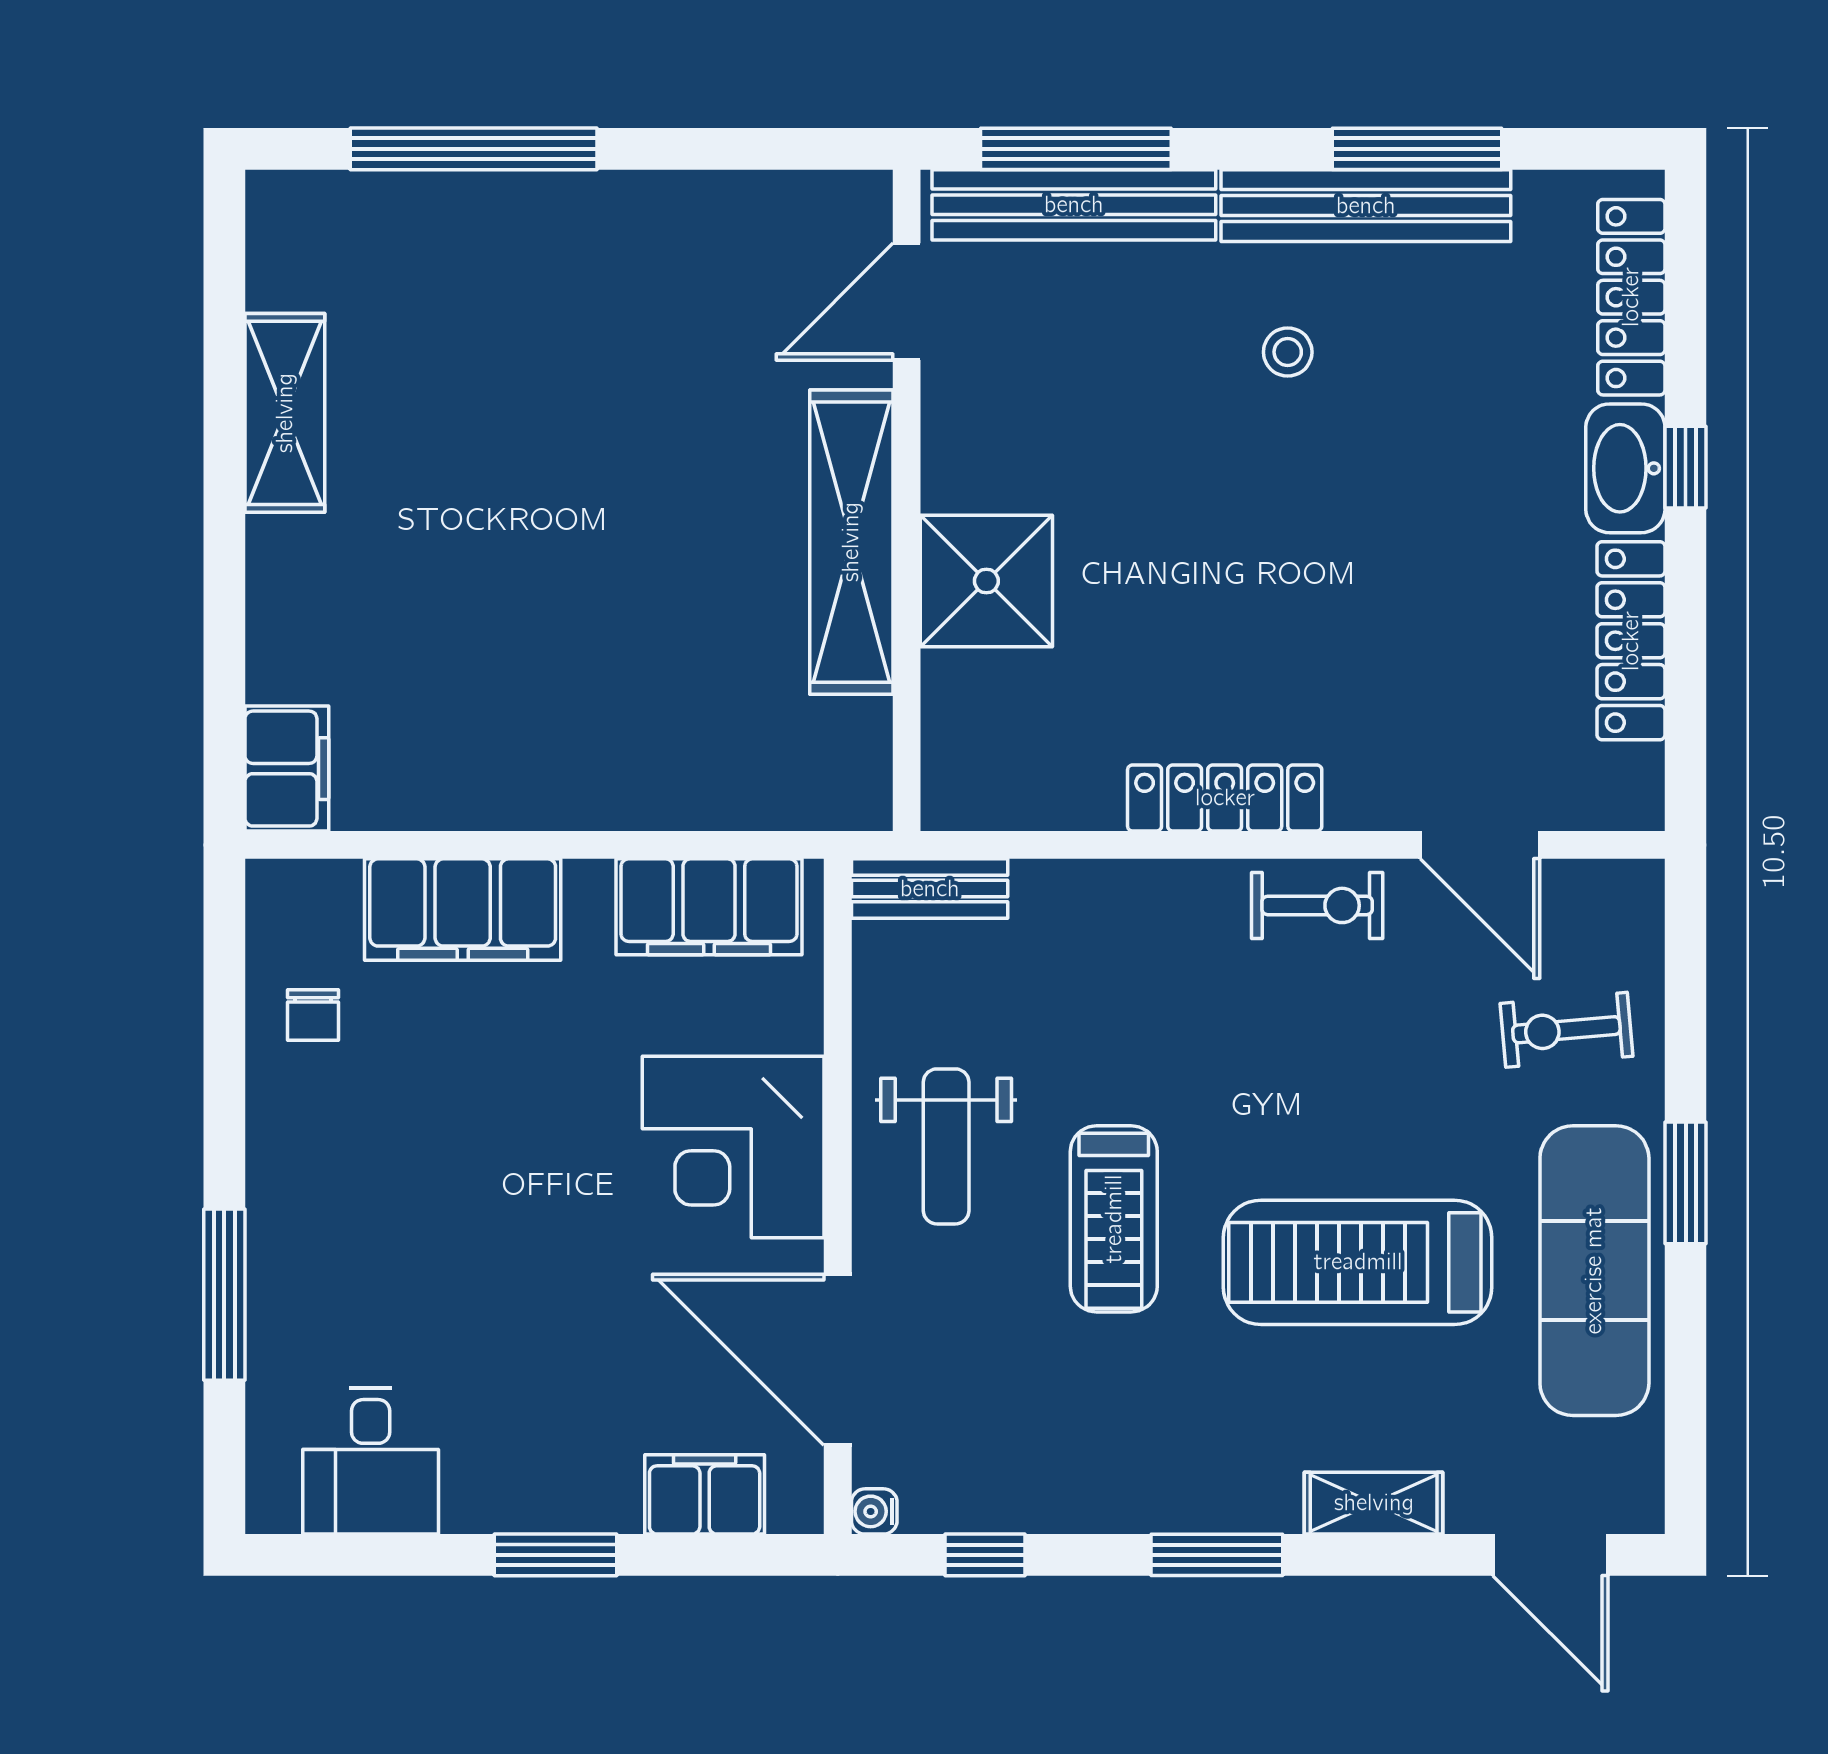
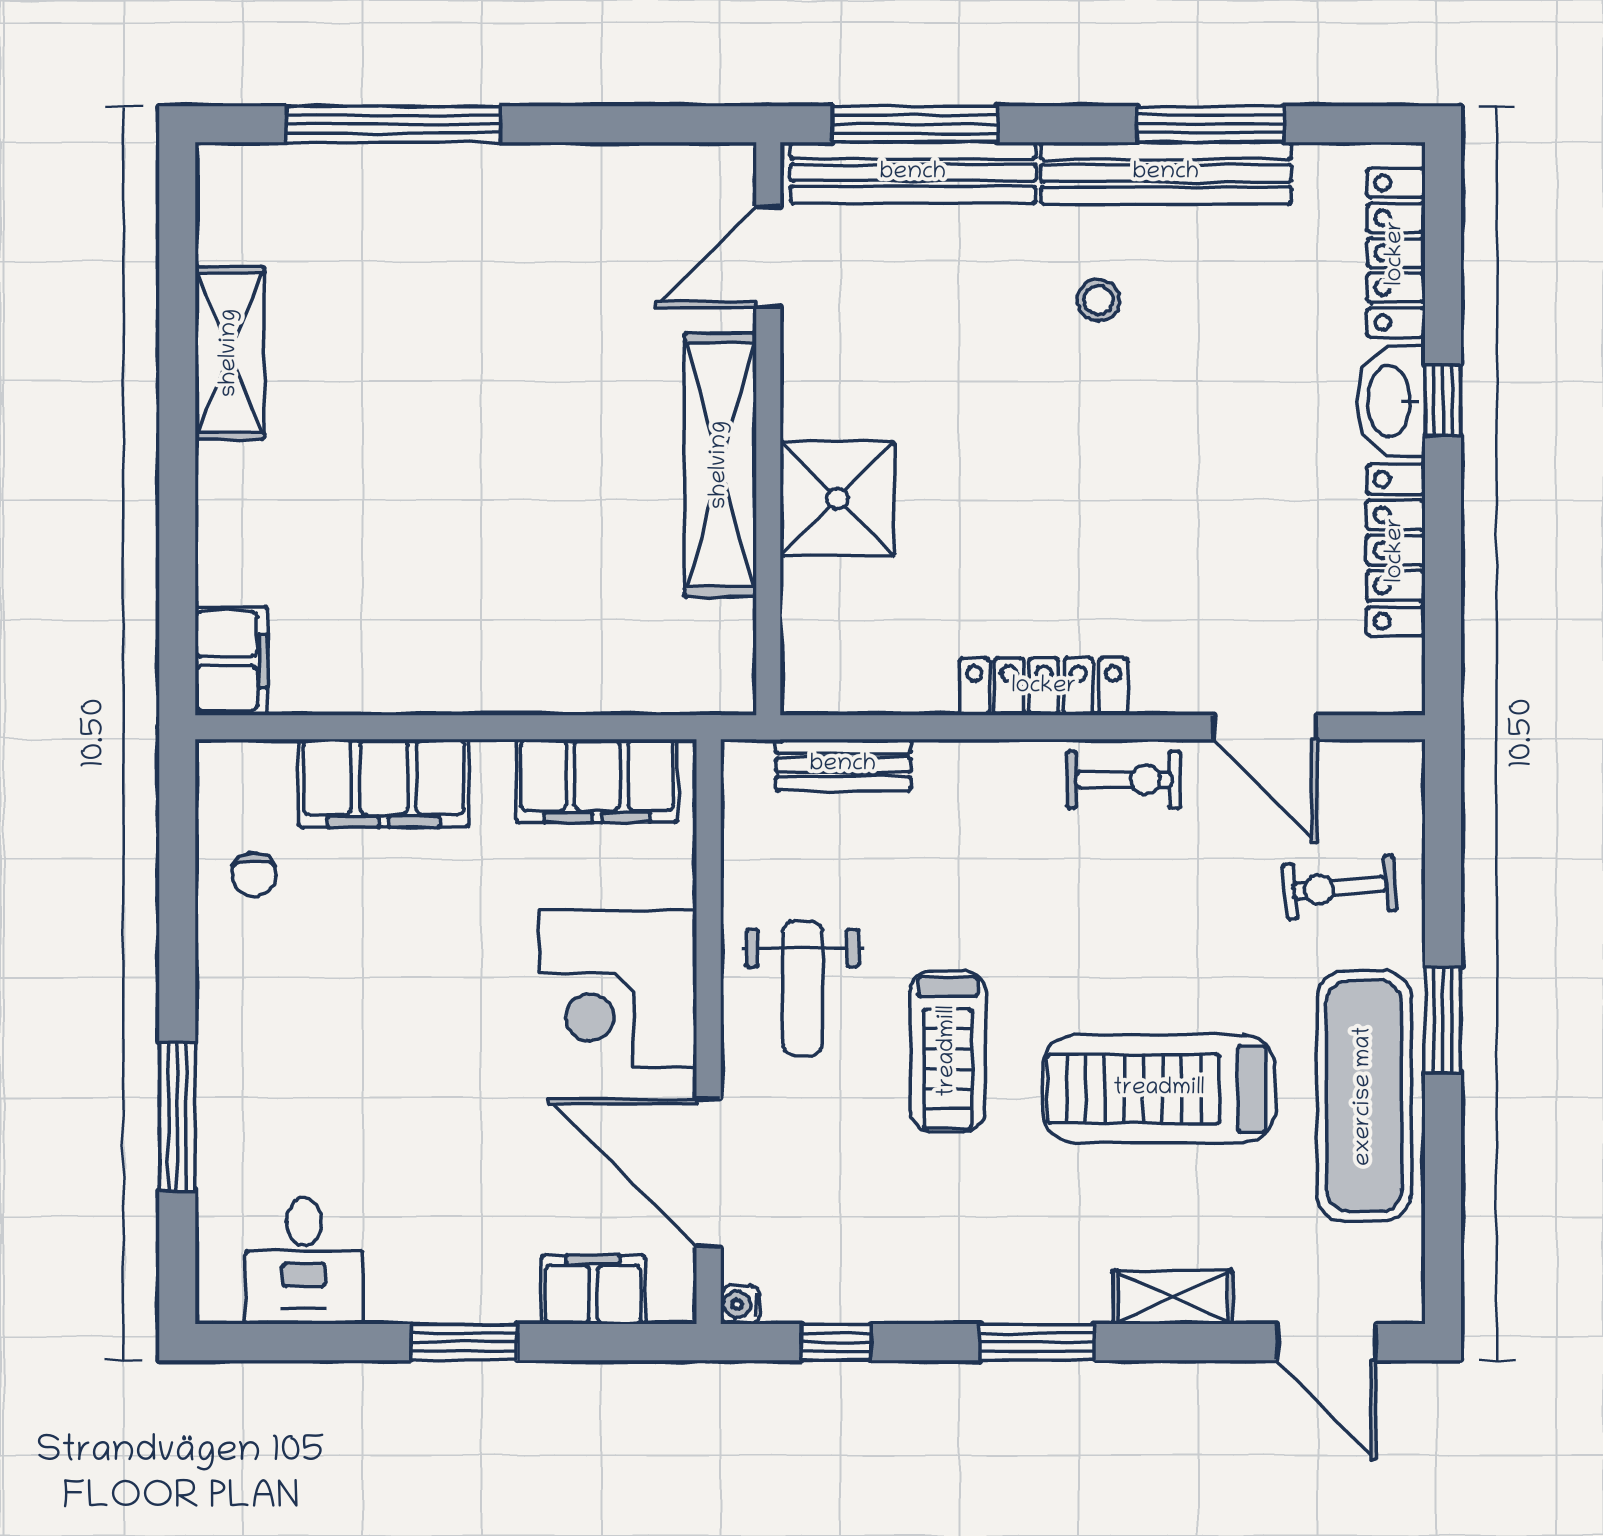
bench: (930, 889) -> (843, 765), moved

